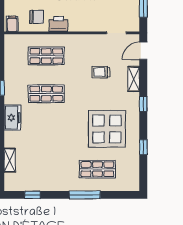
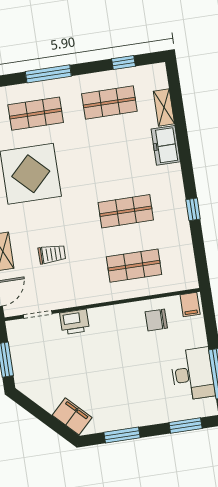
printer: (58, 24) -> (74, 322), moved
freezer: (12, 118) -> (166, 145), moved
shop shelf: (46, 169) -> (109, 103), added

